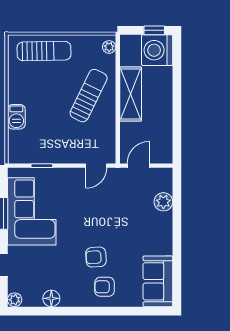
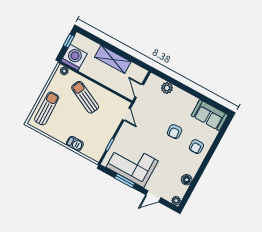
washing machine: (157, 50) -> (74, 57), moved, turned 180
shelving: (131, 94) -> (113, 59), moved
armchair: (96, 257) -> (175, 132), moved

